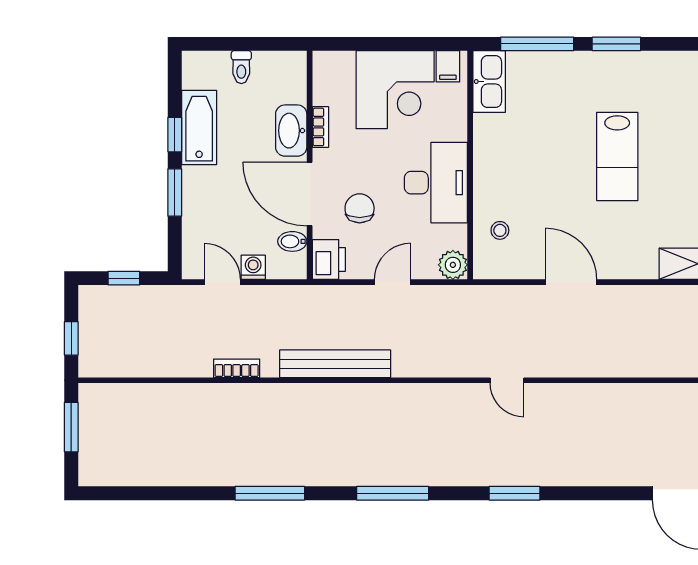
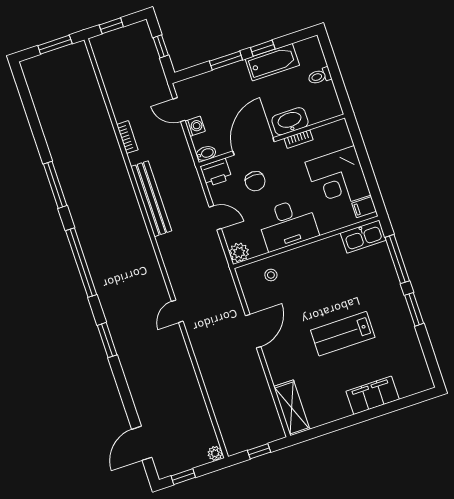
chair: (360, 208) -> (255, 181), turned 90
bidet: (292, 241) -> (206, 153), moved, turned 90
door: (222, 282) -> (179, 110), swing flipped
window: (393, 493) -> (81, 263), width x1.46

